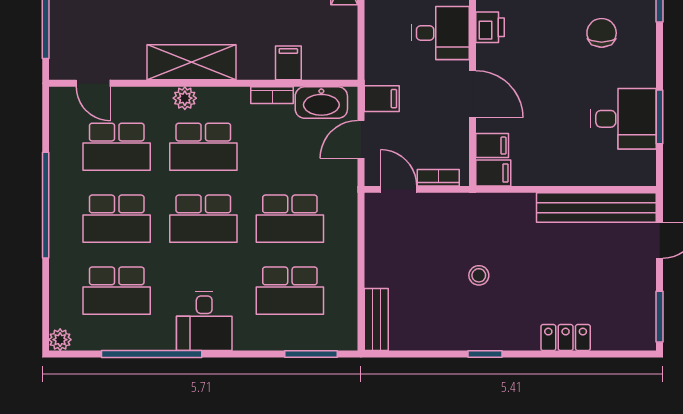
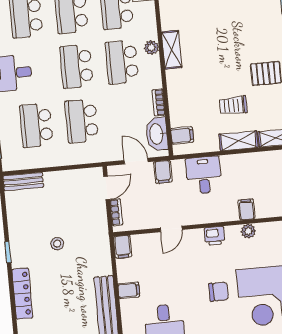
desk: (441, 33) -> (204, 175), moved, turned 180
chair: (602, 33) -> (219, 292), moved
shelving: (191, 62) -> (172, 50), width x0.67, depth x0.75
filing cabinet: (288, 63) -> (182, 135), moved
door: (473, 94) -> (171, 229), width x0.73
filing cabinet: (492, 146) -> (129, 290), moved, turned -90
locker: (566, 338) -> (22, 294), width x1.53

